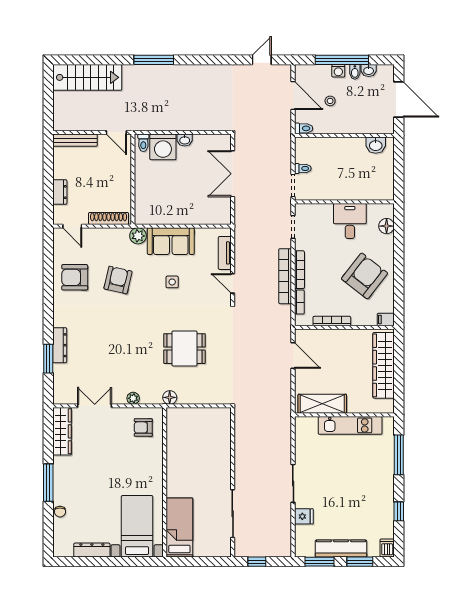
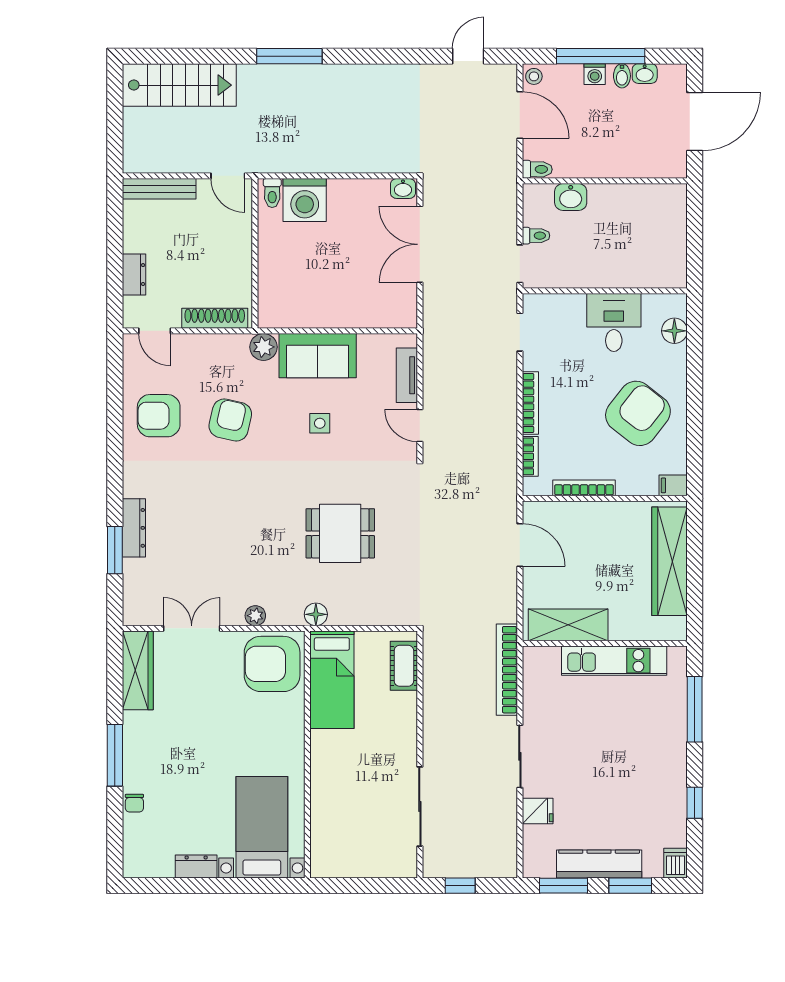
door: (399, 99) -> (695, 121), hinge flipped
stool: (330, 101) -> (534, 76), moved
washbasin: (185, 140) -> (403, 189), moved
washbasin: (376, 145) -> (571, 197), moved
bookcase: (285, 276) -> (507, 670), moved
armchair: (143, 427) -> (272, 664), width x1.88, depth x1.88
cot: (223, 429) -> (404, 666), added
bed: (179, 527) -> (332, 680), moved, turned 180
dresser: (92, 550) -> (196, 867), width x0.70

